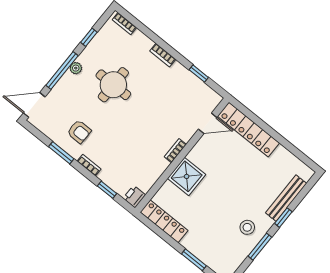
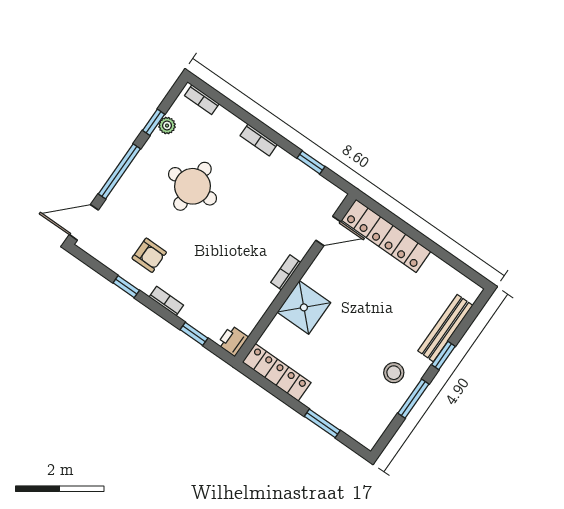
plant: (76, 68) -> (167, 126), moved
window: (61, 153) -> (126, 287), width x0.67

